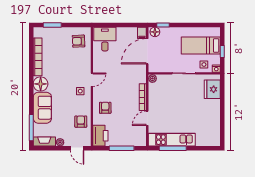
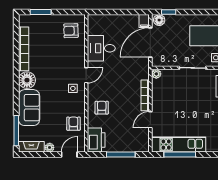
desk: (105, 39) -> (101, 48), moved, turned -90
door: (77, 148) -> (69, 155), swing flipped

